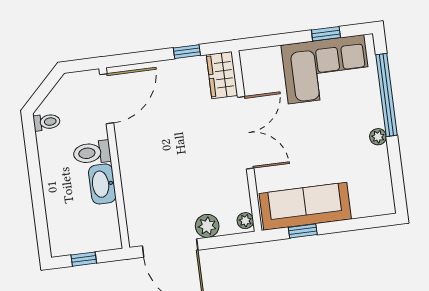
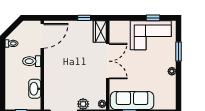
window: (386, 95) -> (179, 51), width x0.47
washbasin: (102, 184) -> (35, 89), moved

